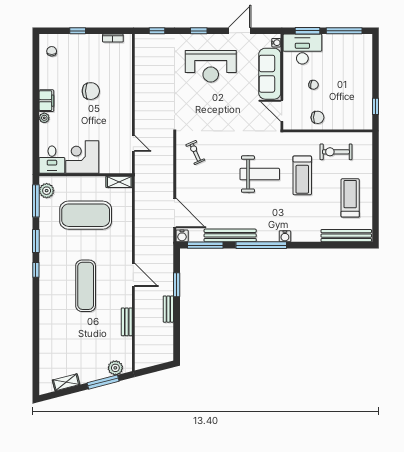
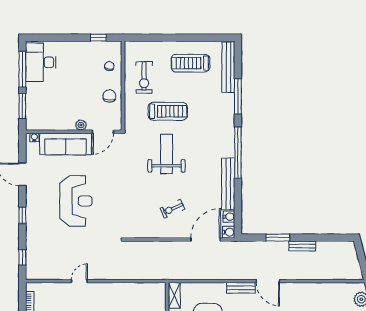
desk: (302, 49) -> (41, 62), moved
reception desk: (211, 66) -> (76, 201), moved
chair: (313, 85) -> (109, 66), moved
plant: (289, 89) -> (81, 125), added
door: (133, 143) -> (79, 281), moved
exercise bike: (195, 152) -> (172, 209), moved
water cooler: (285, 236) -> (229, 217), moved
window: (205, 245) -> (238, 96), moved
door: (133, 275) -> (268, 281), swing flipped
bench: (127, 322) -> (241, 288), moved

